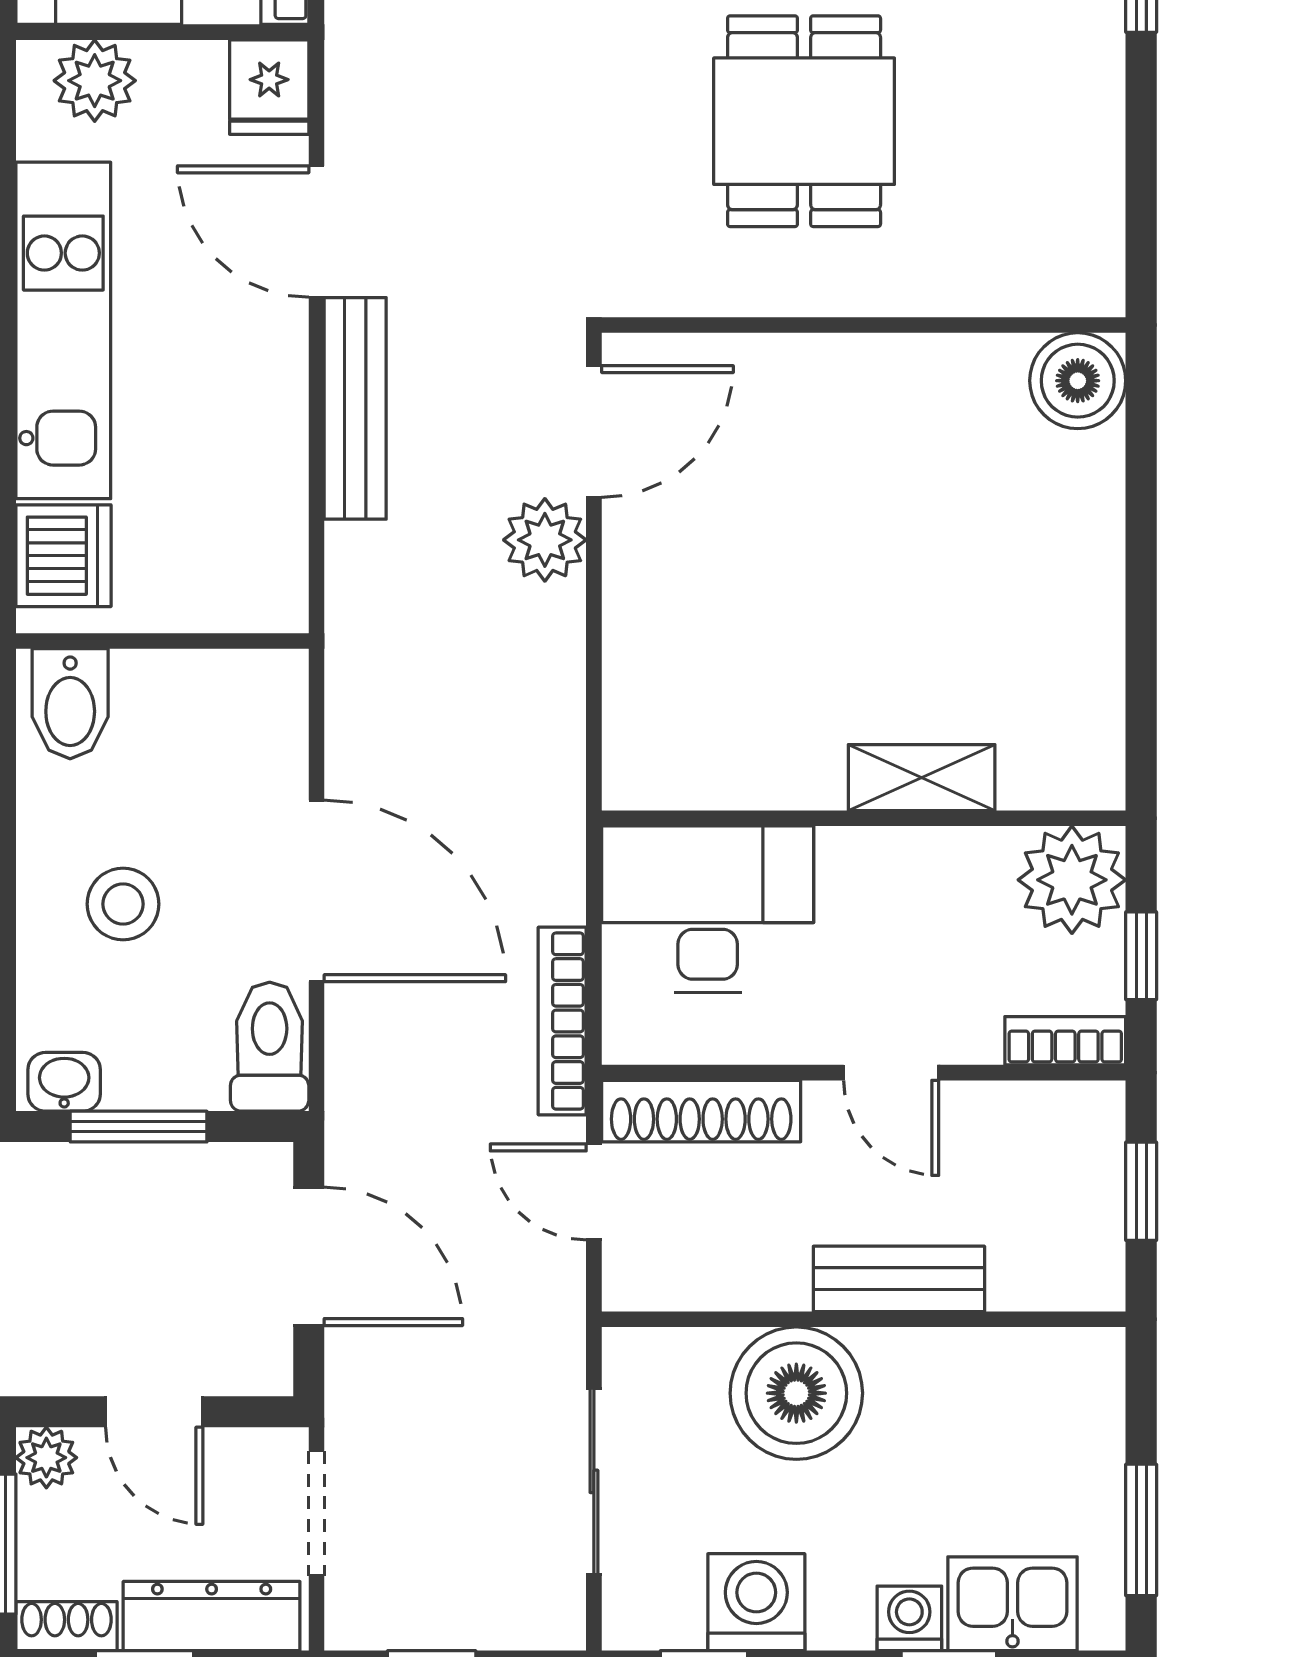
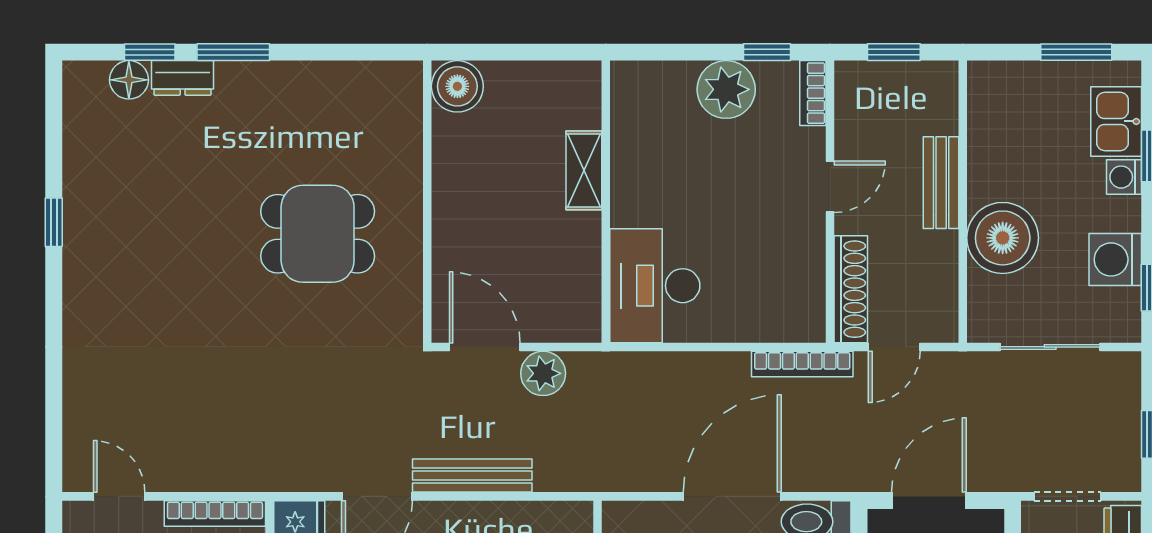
shelving: (922, 778) -> (584, 170), moved
wall: (864, 818) -> (606, 202), moved
desk: (708, 909) -> (655, 286), moved

